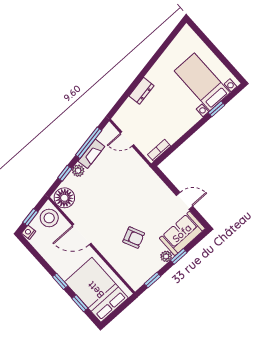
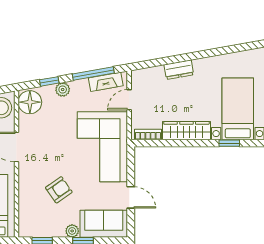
wardrobe: (182, 126) -> (186, 131), added
door: (127, 139) -> (129, 100), hinge flipped
fireplace: (91, 154) -> (106, 82), moved
corner sofa: (137, 185) -> (102, 147), added
armchair: (134, 238) -> (59, 190), turned -100

